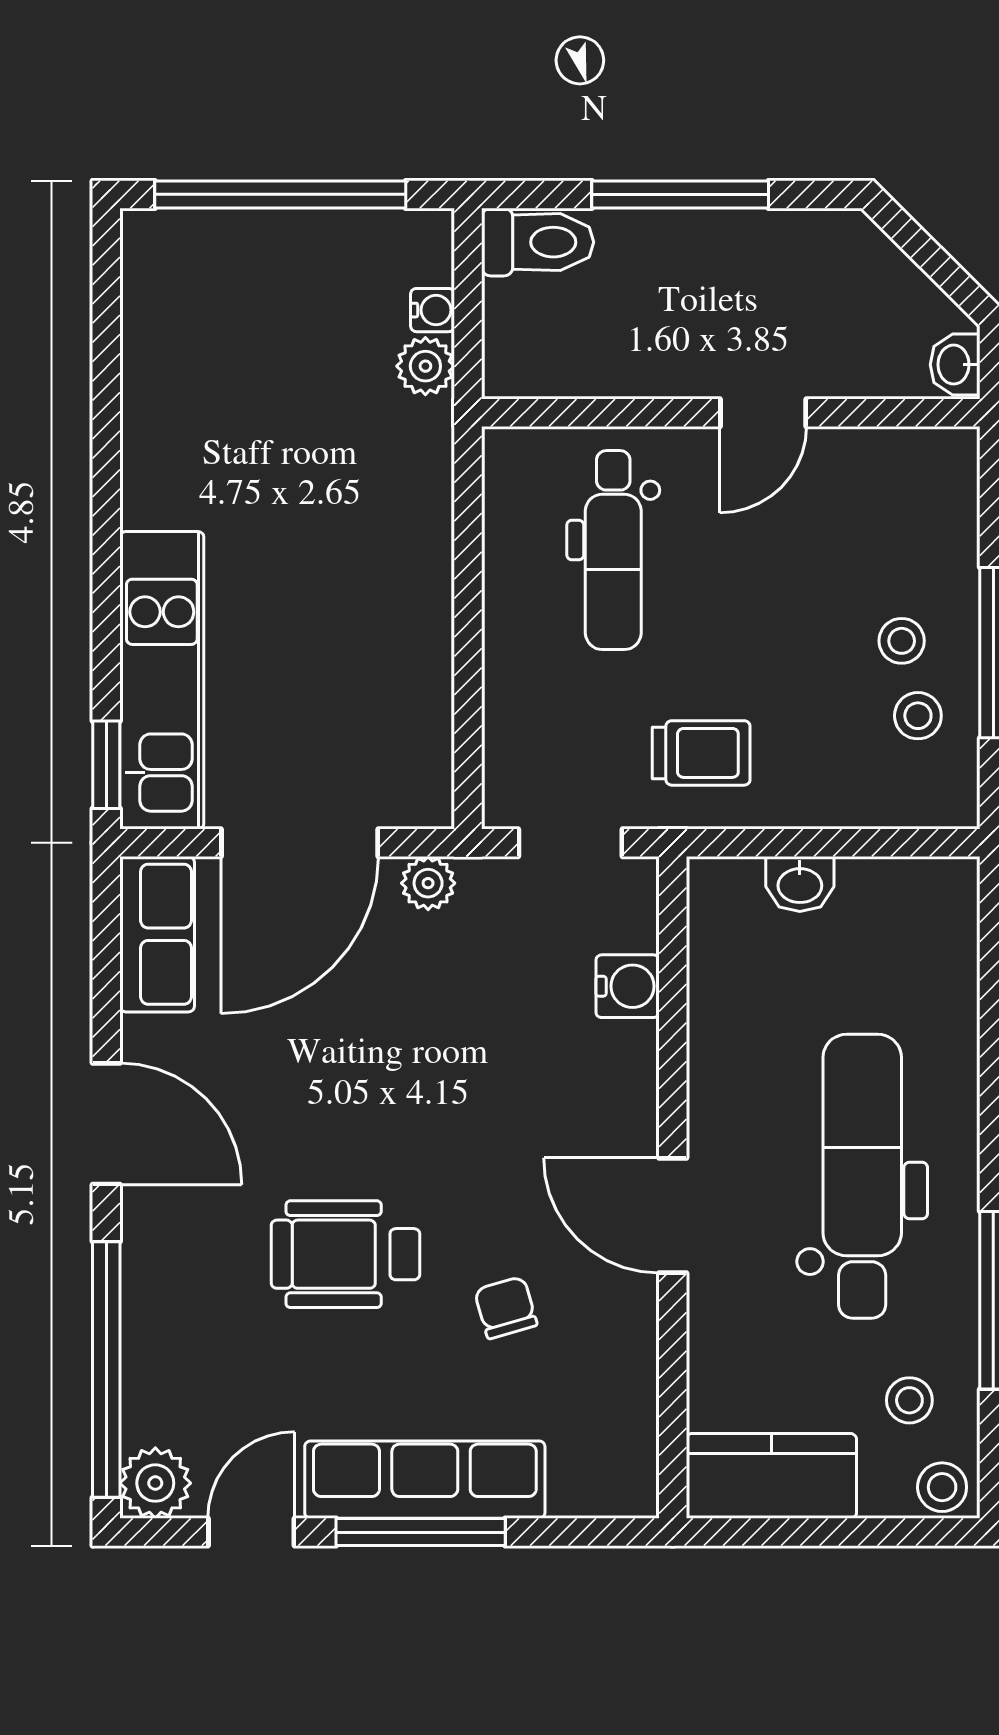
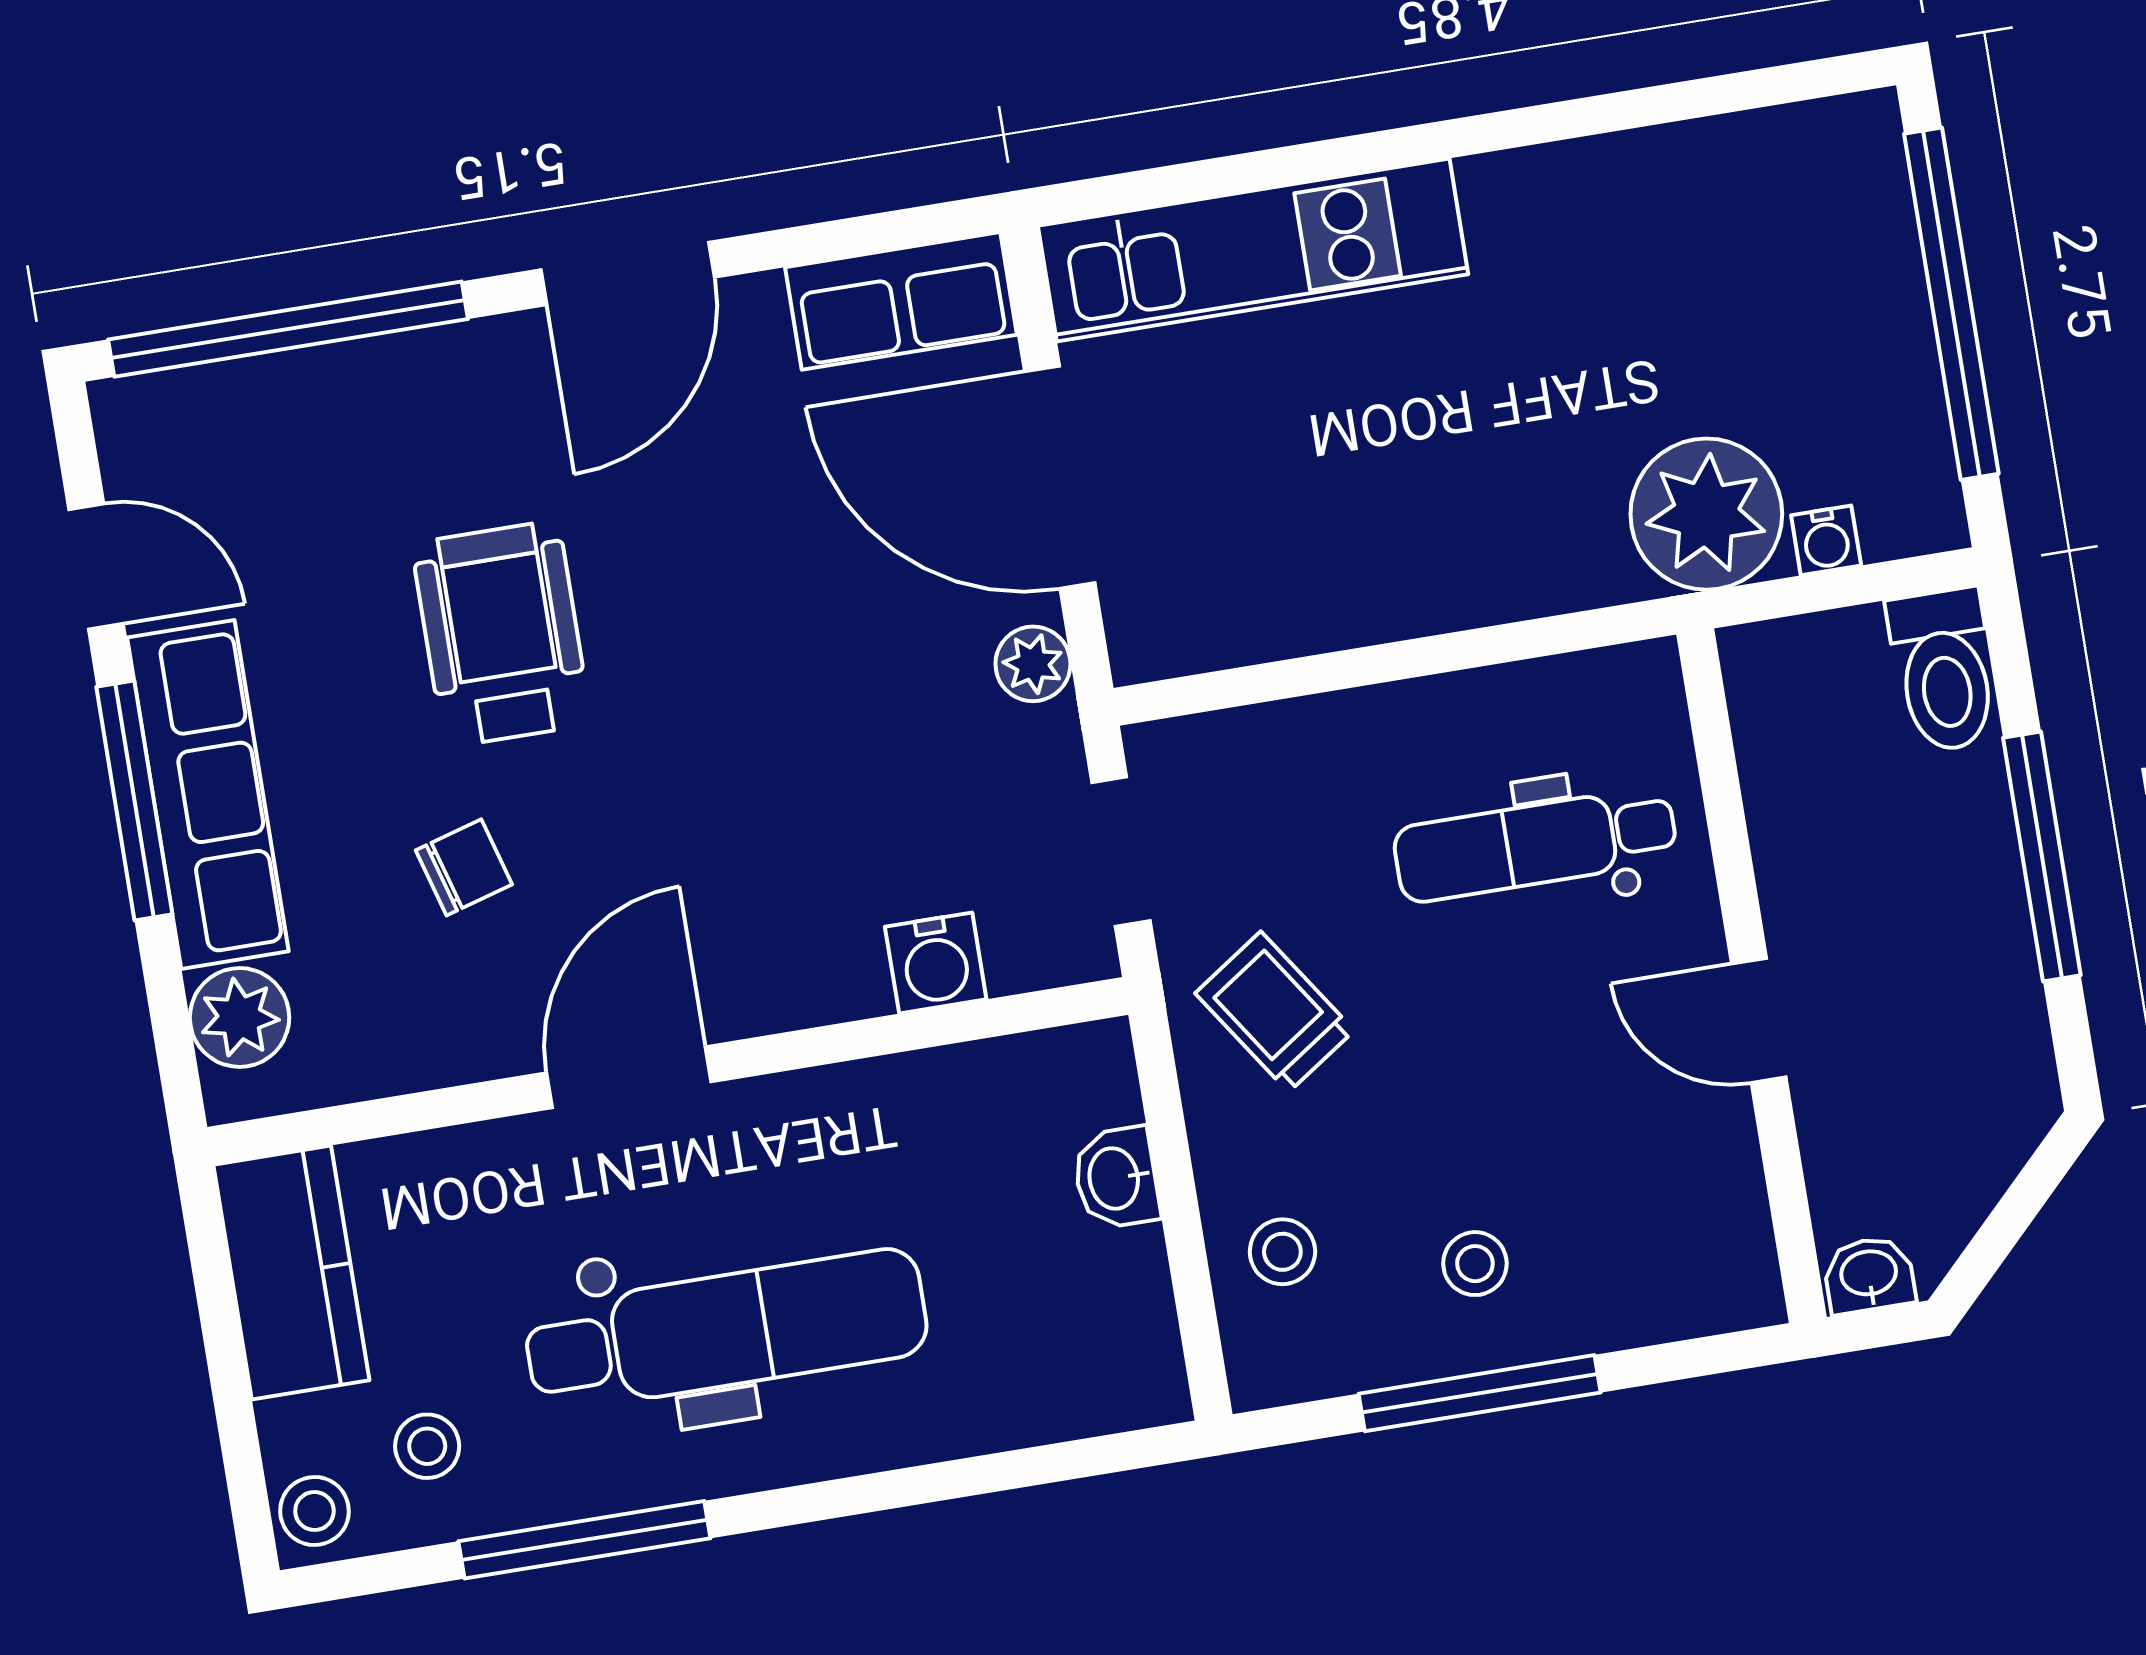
plant: (425, 366) -> (1706, 514), width x1.88, depth x1.88
stool: (918, 716) -> (1282, 1252), moved
trolley: (701, 753) -> (1275, 1012), turned 146
window: (106, 765) -> (1124, 192), removed
plant: (155, 1483) -> (240, 1017), moved

